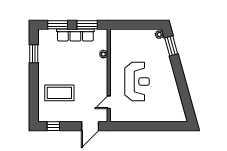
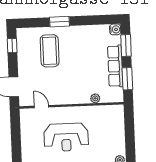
water cooler: (43, 34) -> (115, 29), added
window: (34, 54) -> (60, 22), moved

